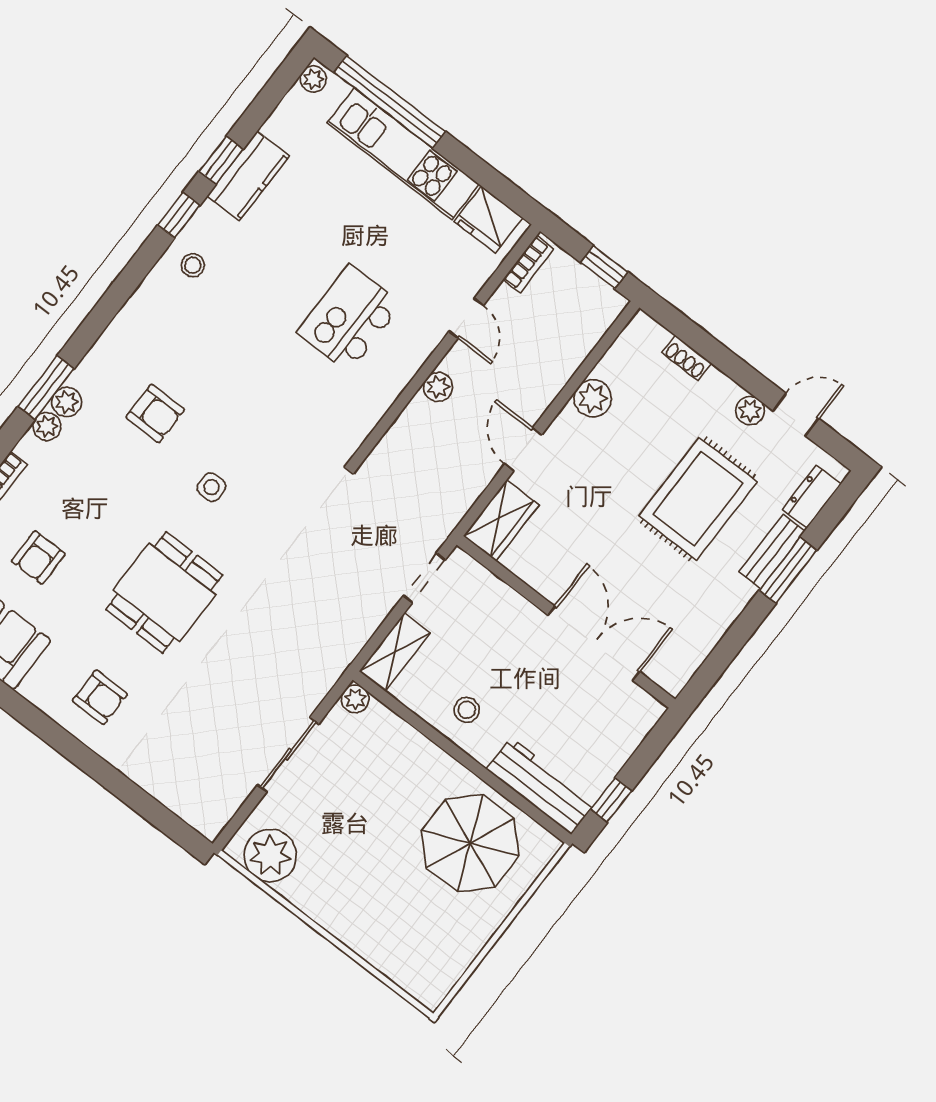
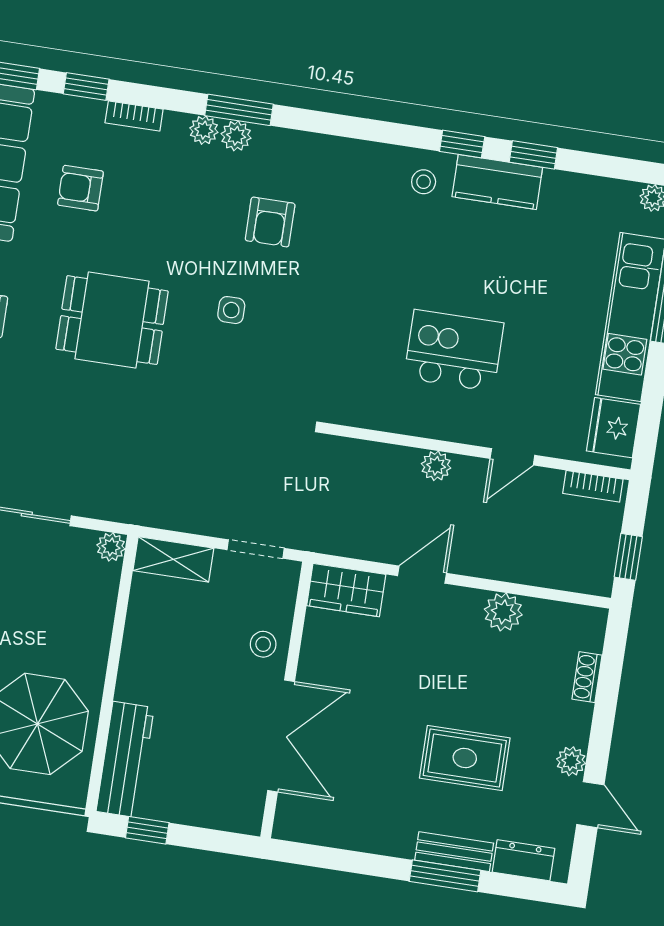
kitchen counter: (248, 176) -> (497, 182), moved
rug: (698, 499) -> (465, 758), width x0.73, depth x0.70
stool: (467, 710) -> (263, 644), moved

